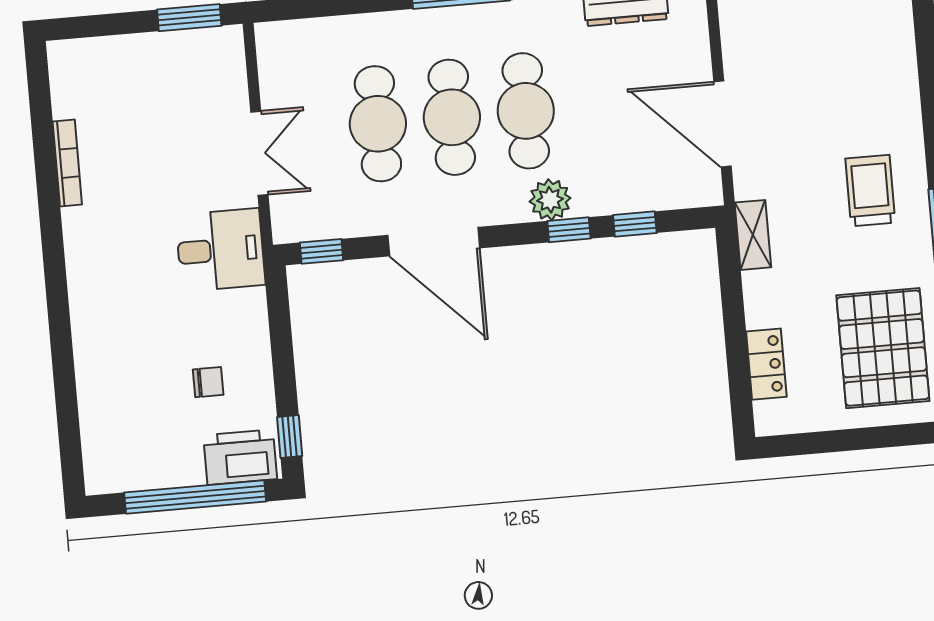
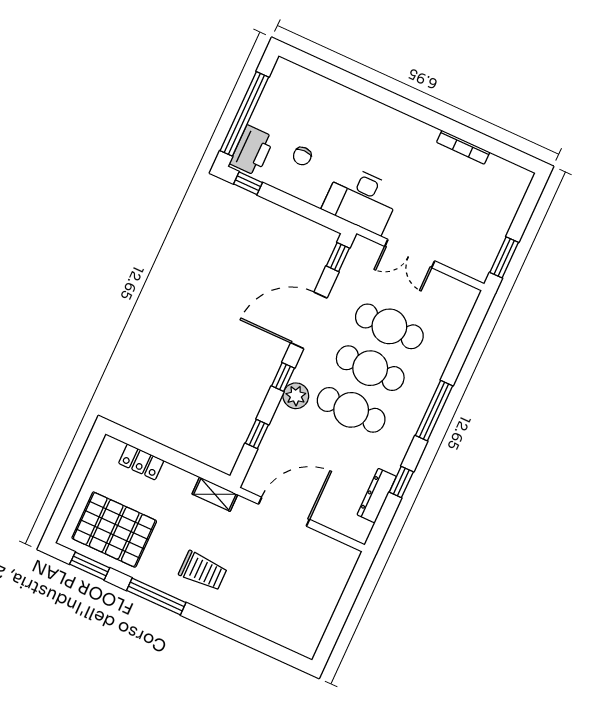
window: (569, 230) -> (283, 377), moved
desk: (220, 250) -> (361, 199), width x1.37

